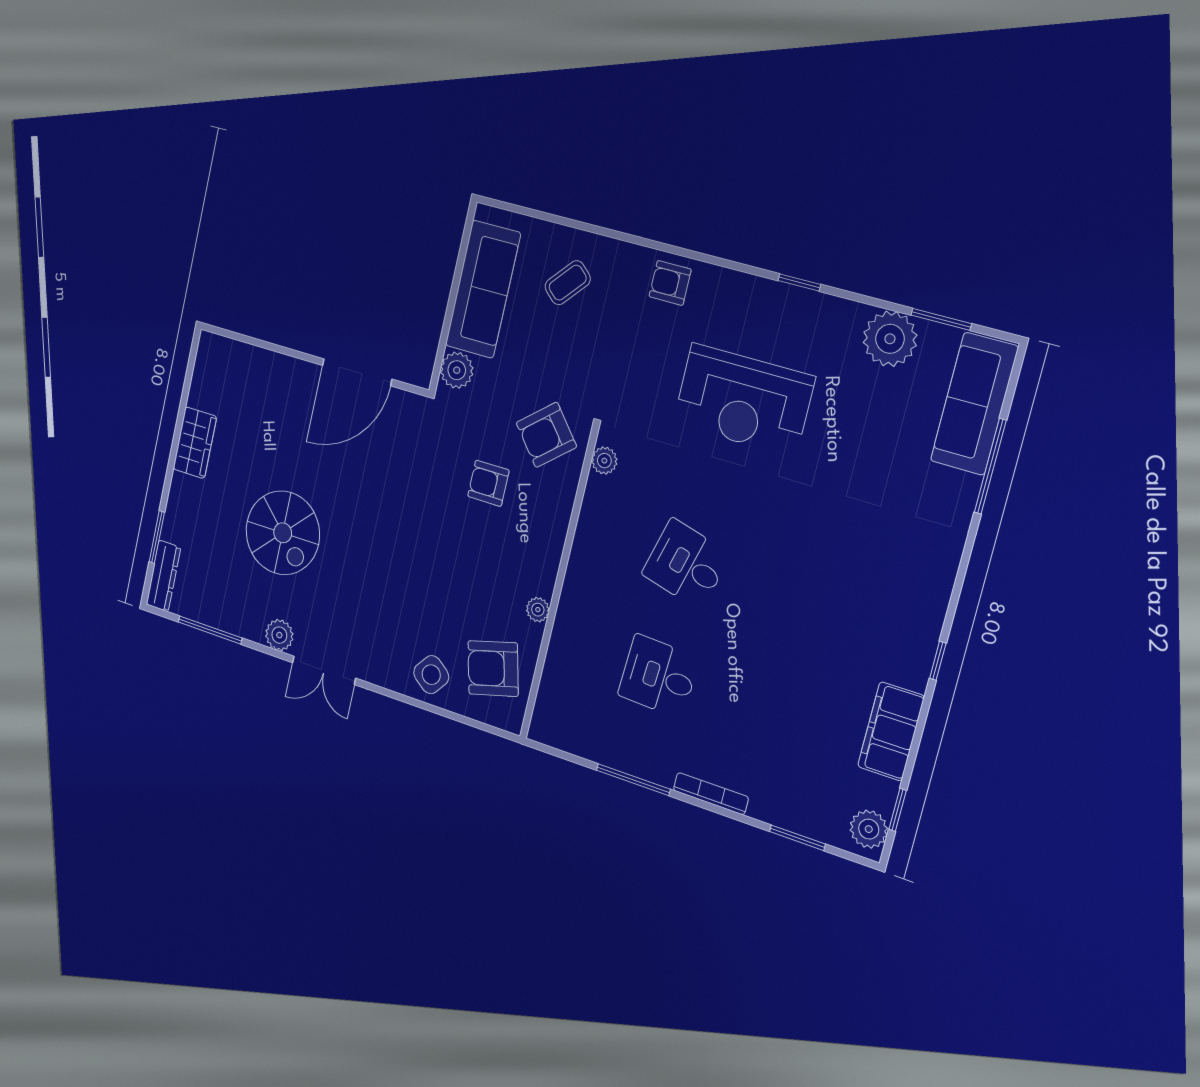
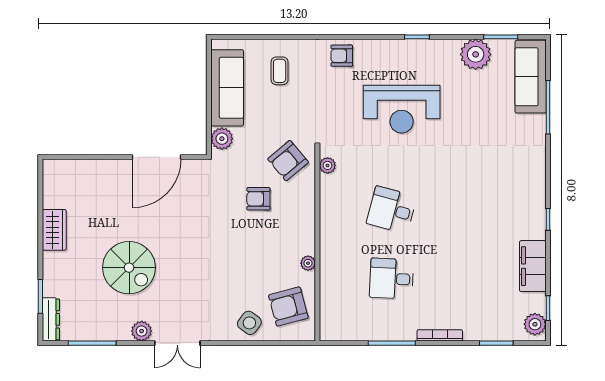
coffee table: (568, 283) -> (280, 71), turned -42

